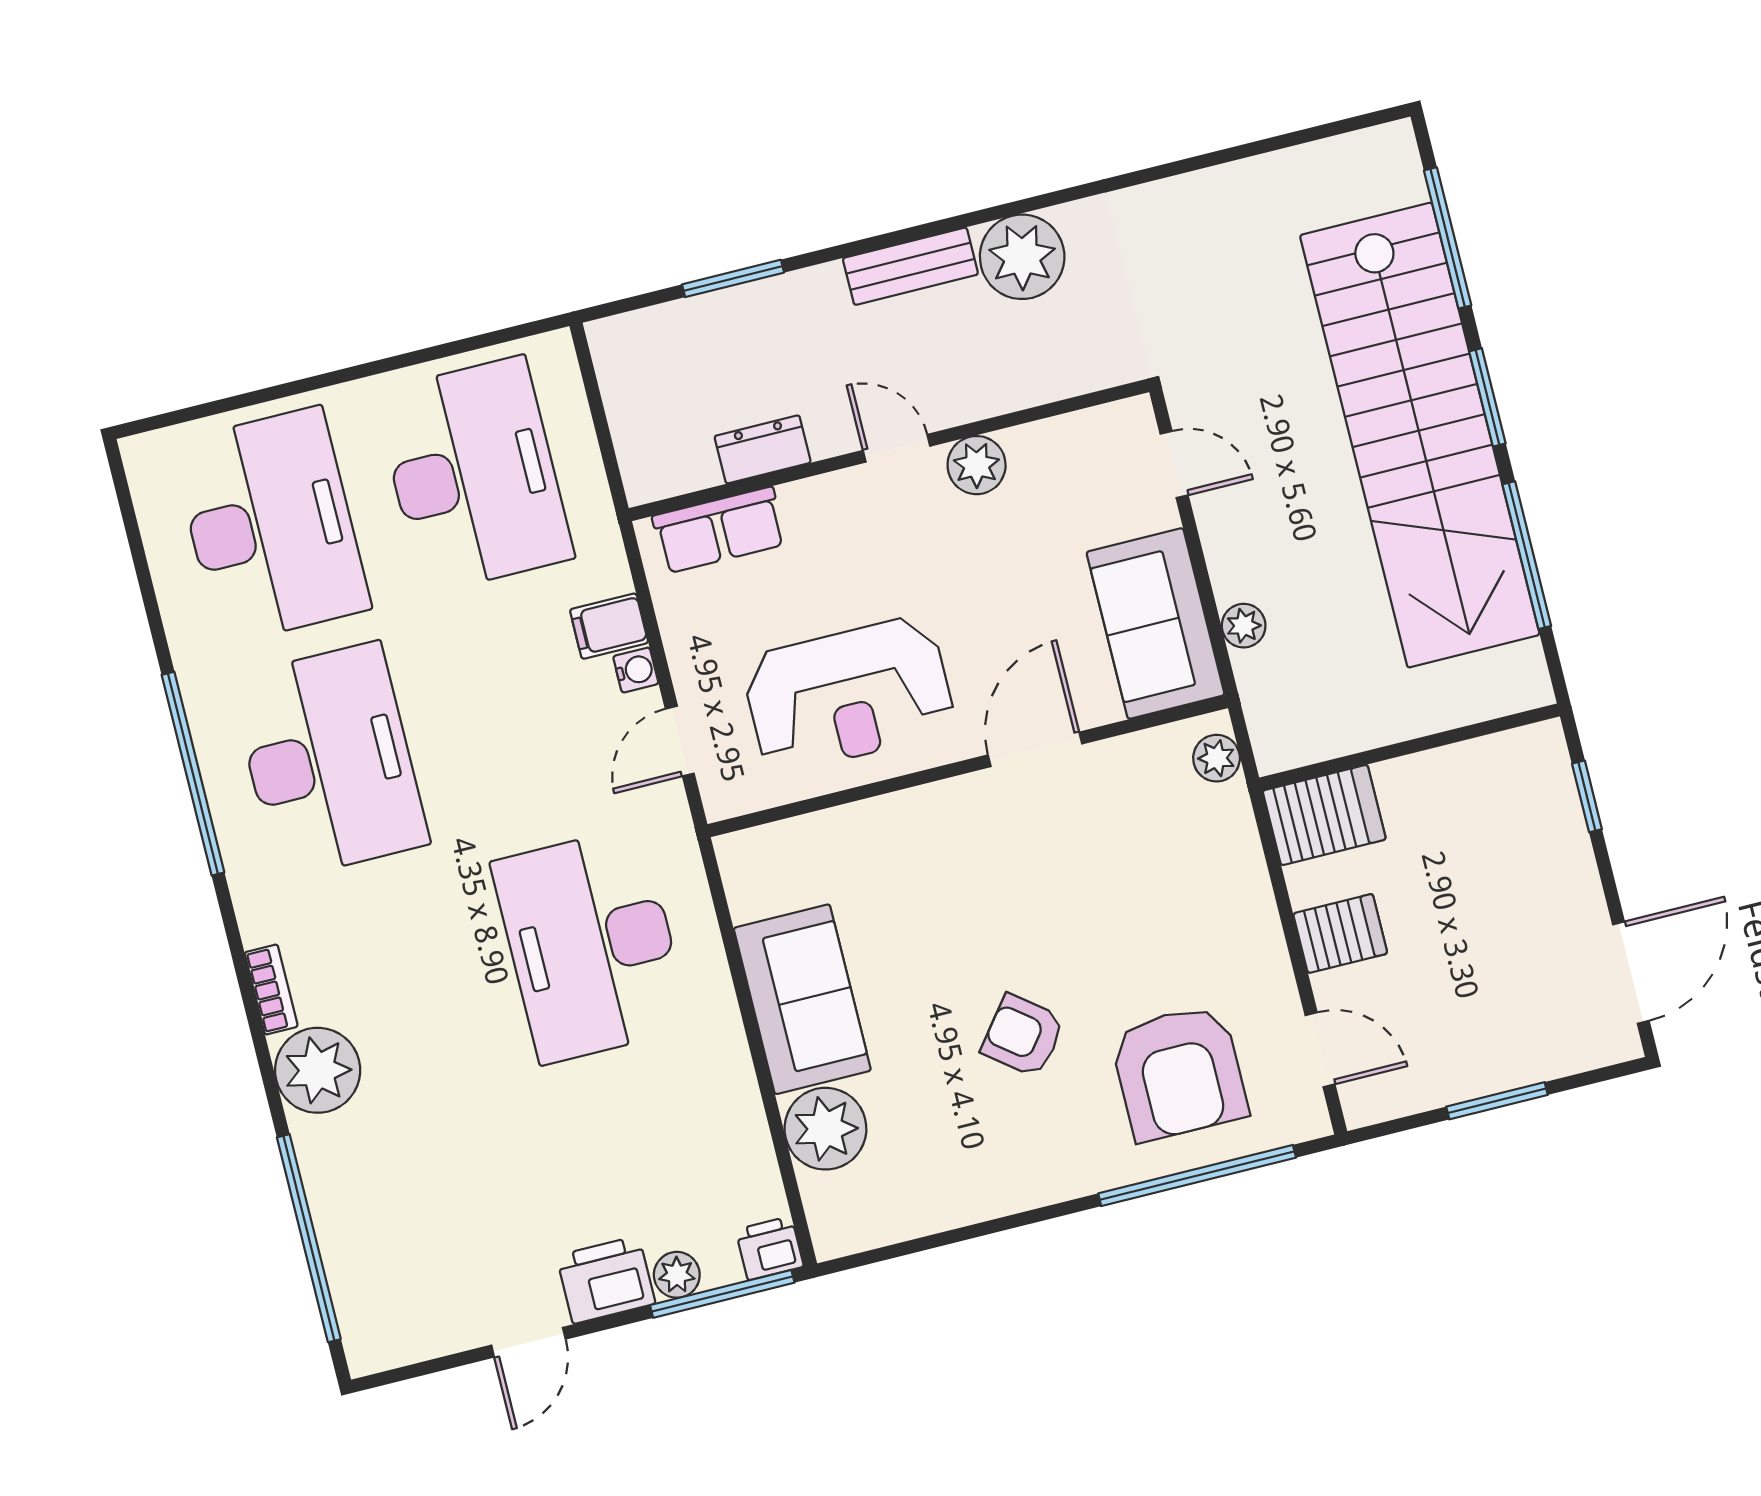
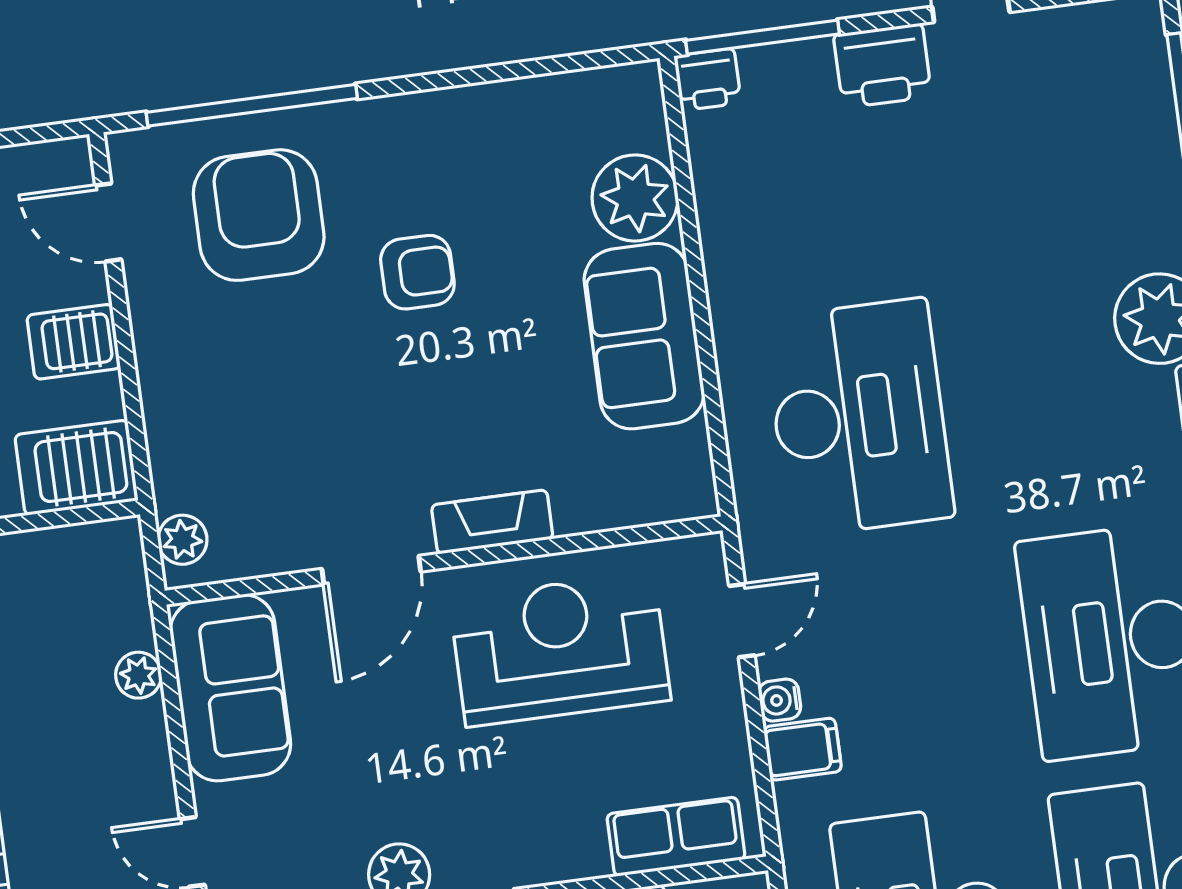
fireplace: (926, 808) -> (492, 522), added
armchair: (1023, 1036) -> (417, 272), turned -38
plant: (677, 1275) -> (808, 63), removed

